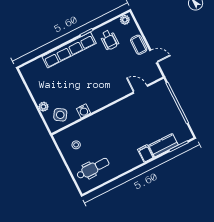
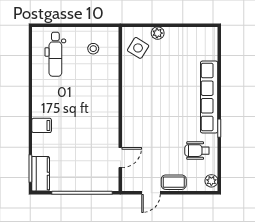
water cooler: (83, 111) -> (129, 78), removed
kitchen counter: (164, 145) -> (41, 174), moved

